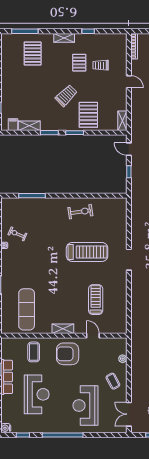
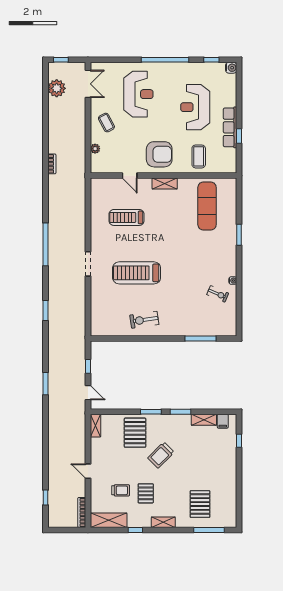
shelving: (111, 40) -> (109, 520), added
treadmill: (96, 300) -> (127, 217), turned 90

